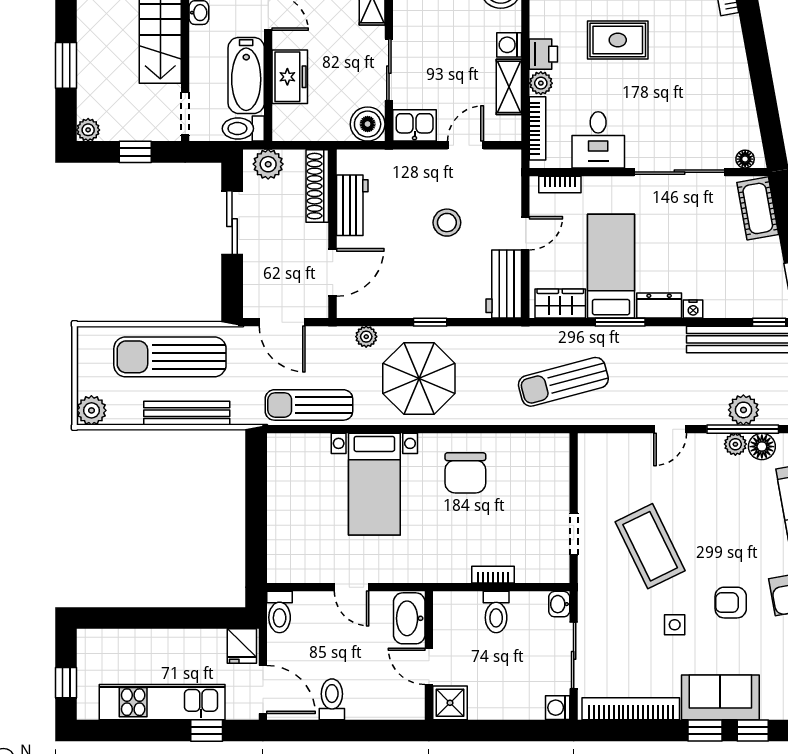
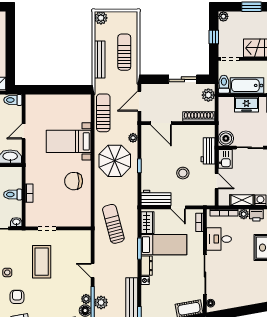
workbench: (352, 205) -> (208, 151), moved, turned 90
sun lounger: (170, 357) -> (124, 52), width x0.73, depth x0.75
coffee table: (650, 546) -> (42, 262), turned -64

